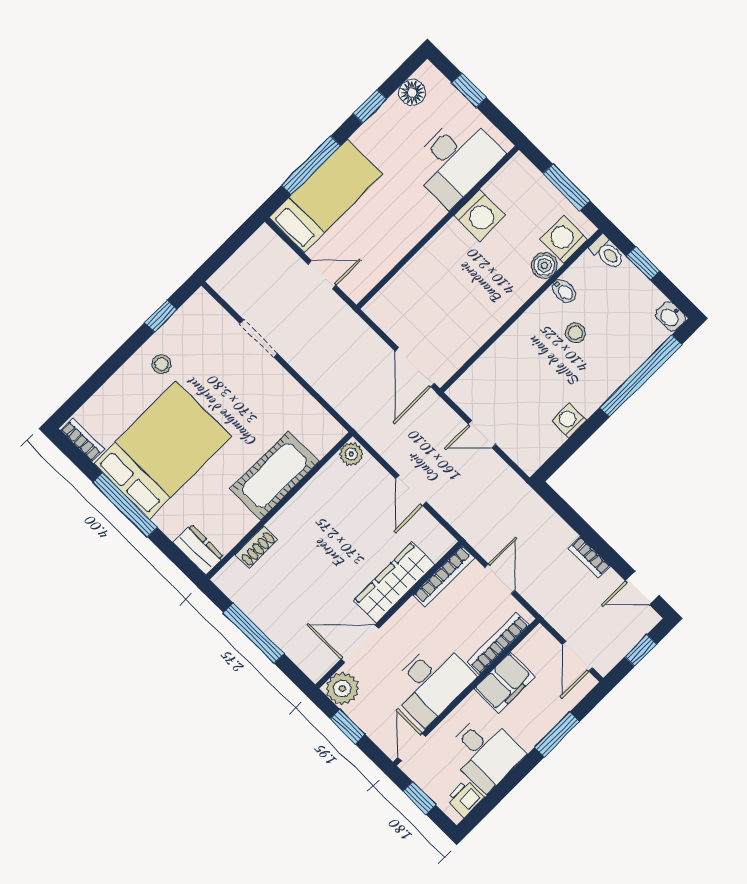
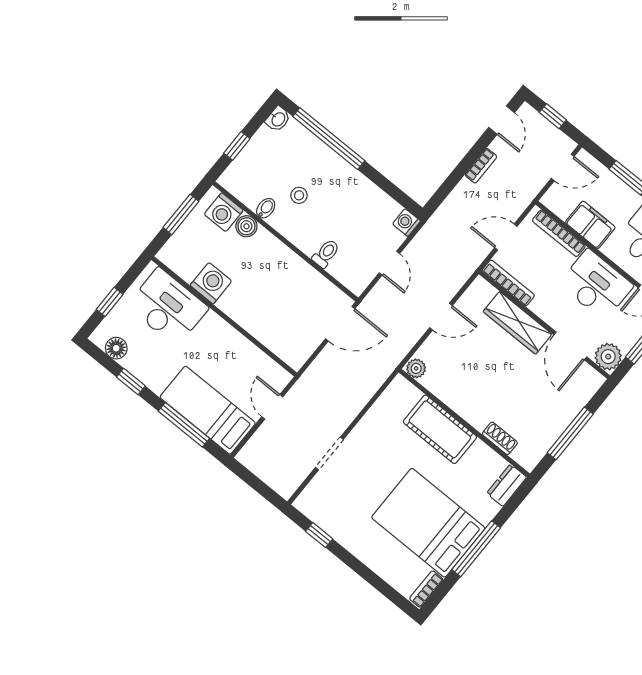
toilet: (607, 252) -> (326, 254), moved
stool: (161, 364) -> (358, 531), removed
washing machine: (569, 420) -> (406, 223), moved, turned 90

